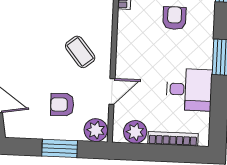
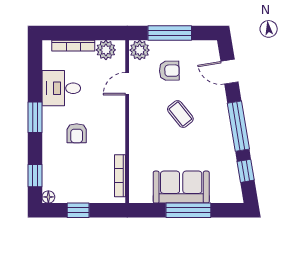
armchair: (174, 18) -> (77, 133), moved
coffee table: (80, 52) -> (180, 114), moved
window: (60, 148) -> (170, 33), width x1.44

